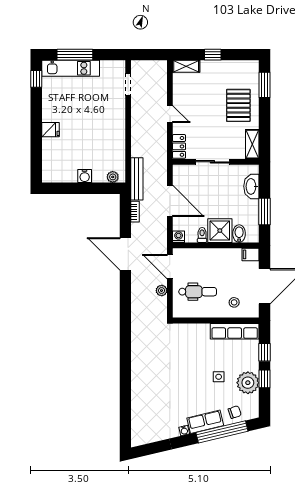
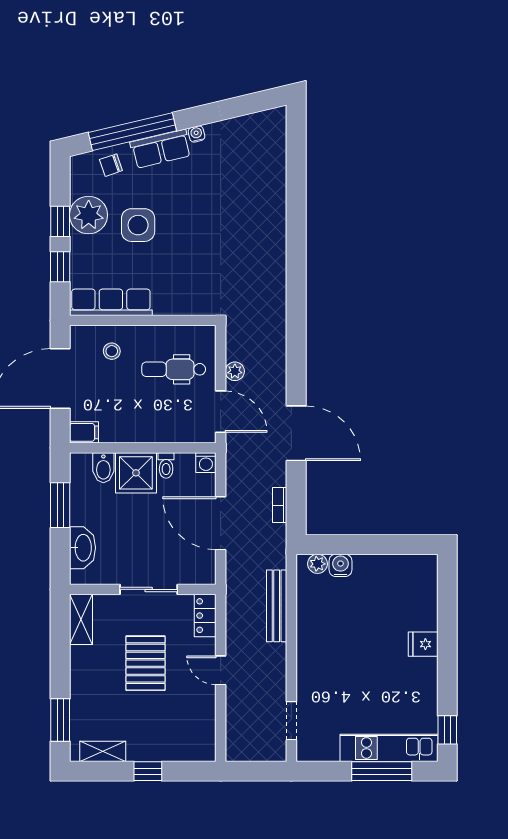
shelving: (186, 66) -> (103, 751), moved
pallet: (238, 105) -> (146, 663), moved
water cooler: (85, 176) -> (340, 565), moved
bench: (137, 179) -> (277, 606), moved
side table: (219, 377) -> (138, 225), width x1.87, depth x1.87

